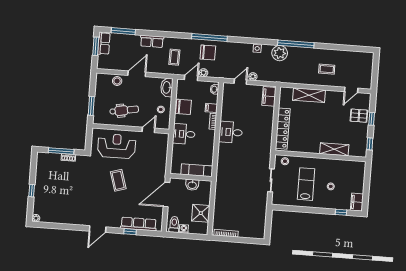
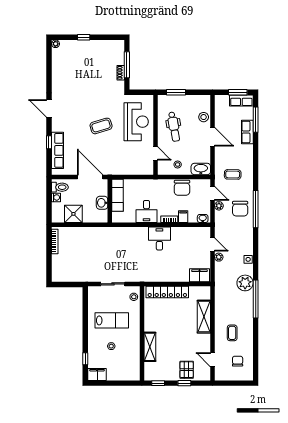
row of seats: (152, 41) -> (247, 132), moved
chair: (354, 66) -> (238, 361), added
desk: (184, 134) -> (146, 211), moved, turned 180
exam couch: (197, 170) -> (117, 195), moved

